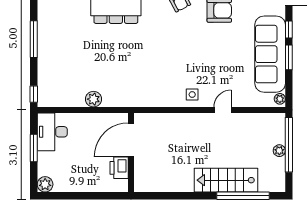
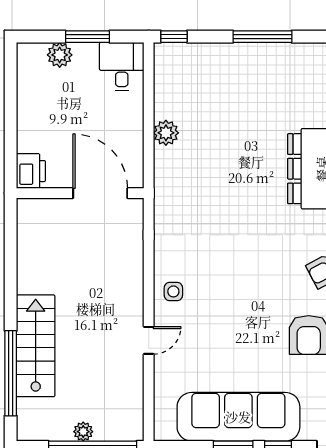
plant: (280, 99) -> (166, 432), removed
door: (223, 110) -> (149, 340), hinge flipped
desk: (52, 132) -> (122, 66), width x0.73
printer: (119, 168) -> (31, 171), moved, turned 90
plant: (45, 184) -> (60, 55), moved

